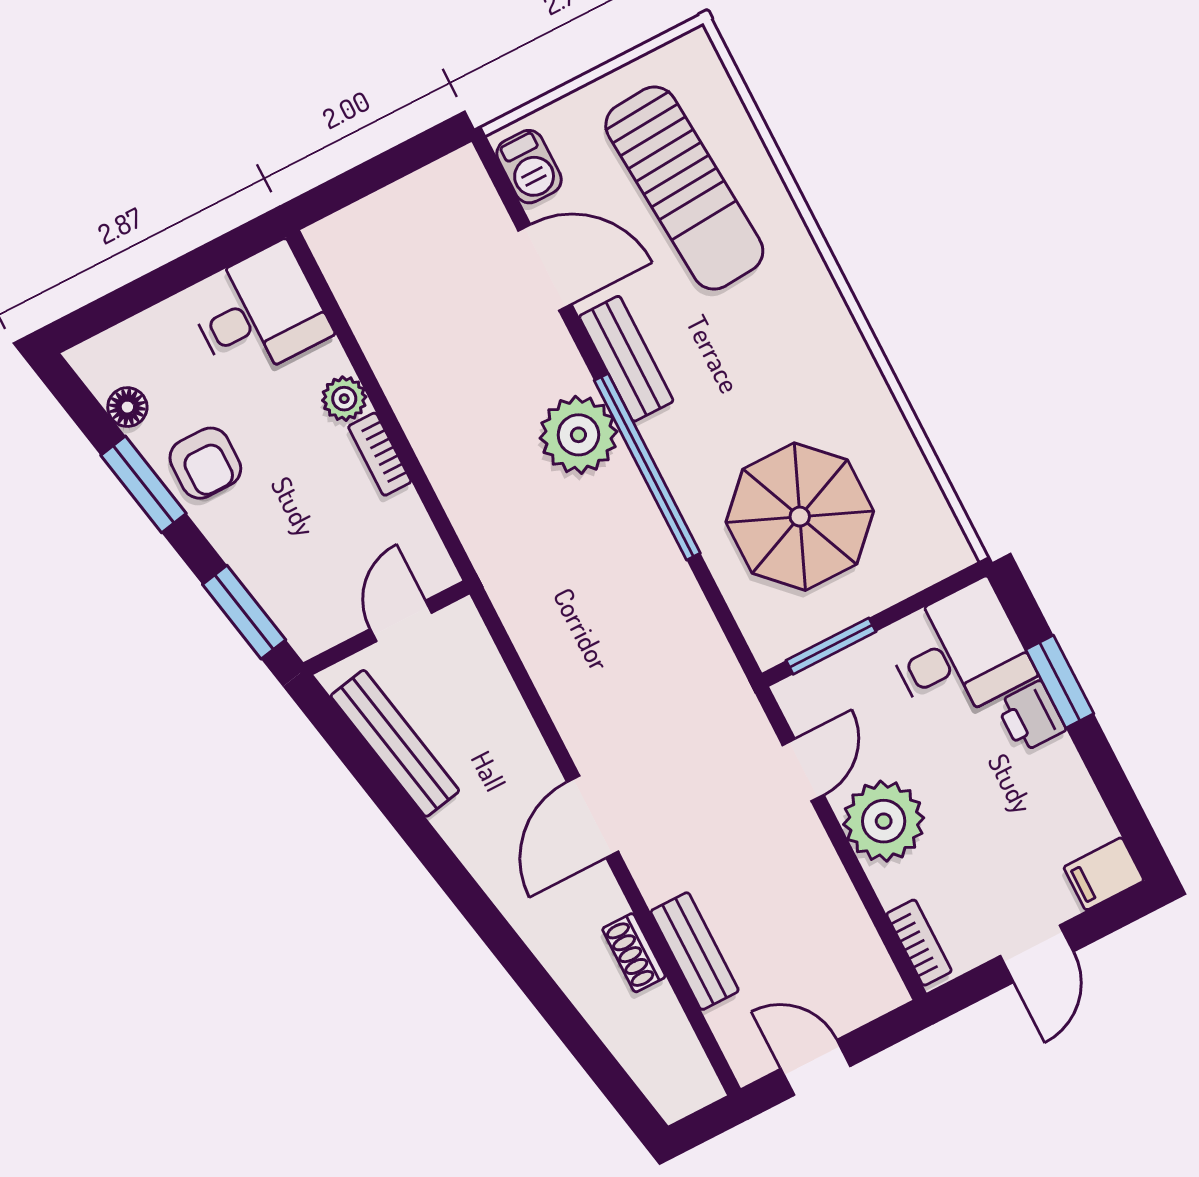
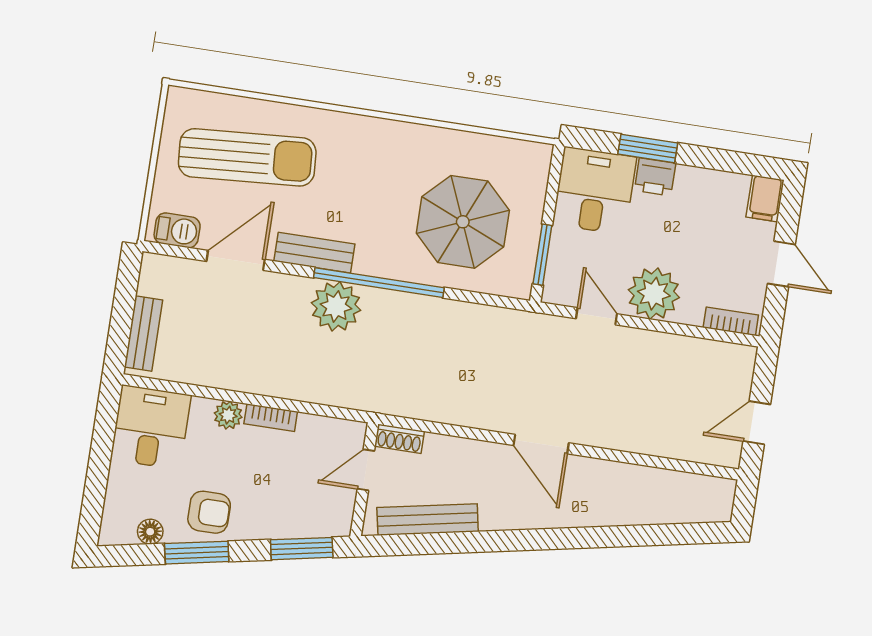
door: (401, 621) -> (366, 470), hinge flipped
bench: (695, 951) -> (144, 334), moved, turned 90
shoe rack: (634, 953) -> (400, 439), moved

